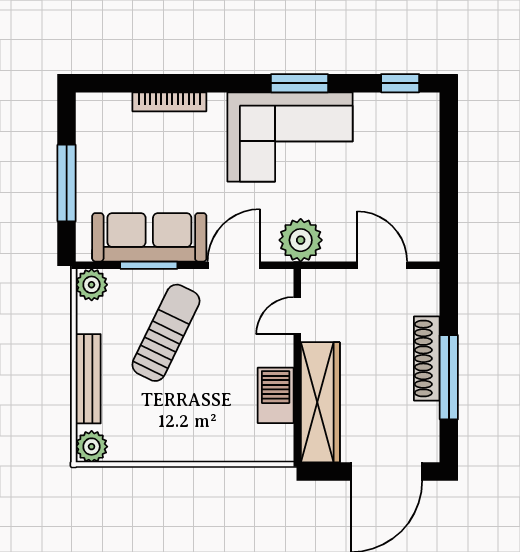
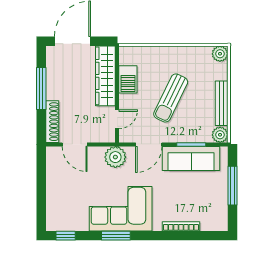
sun lounger: (166, 333) -> (171, 98), moved
shoe rack: (427, 359) -> (52, 122), moved
bench: (88, 379) -> (222, 103), moved

